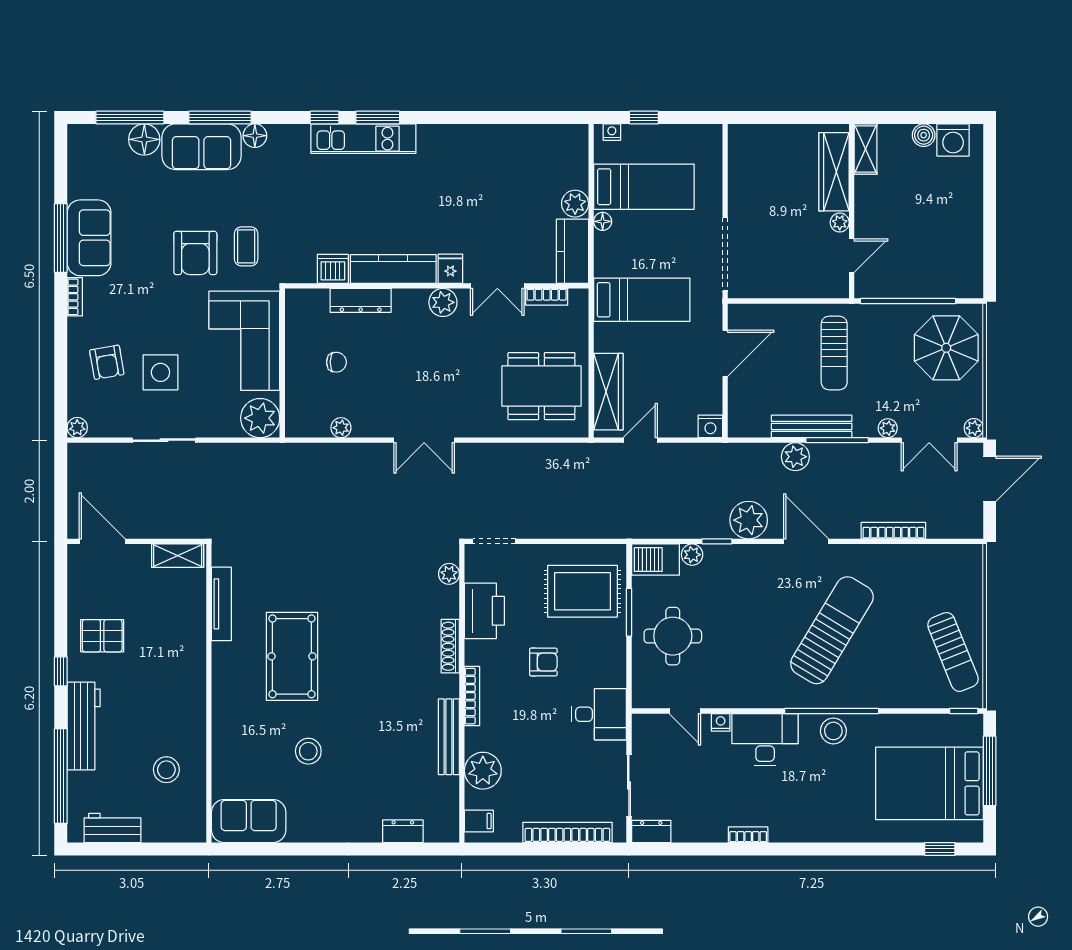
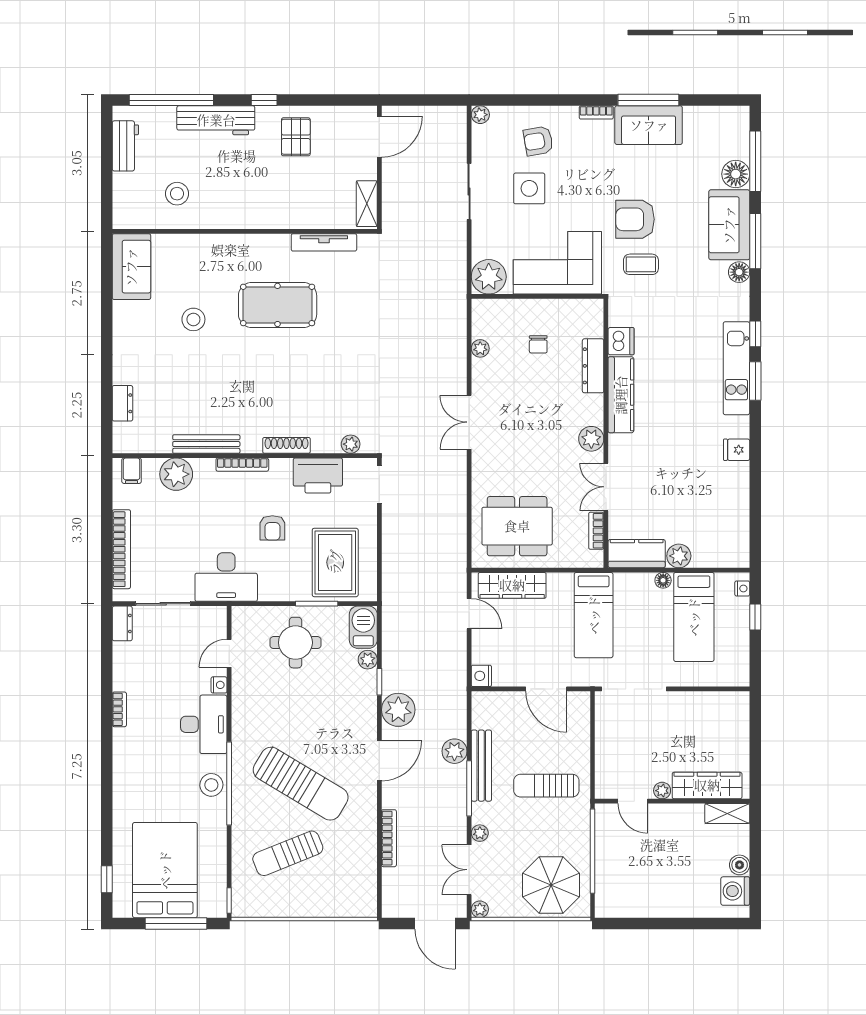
fridge: (450, 269) -> (737, 450), moved, turned 180
dining table: (541, 386) -> (517, 526), turned 90
sun lounger: (953, 652) -> (288, 853), moved
desk: (599, 714) -> (226, 577), width x1.37

